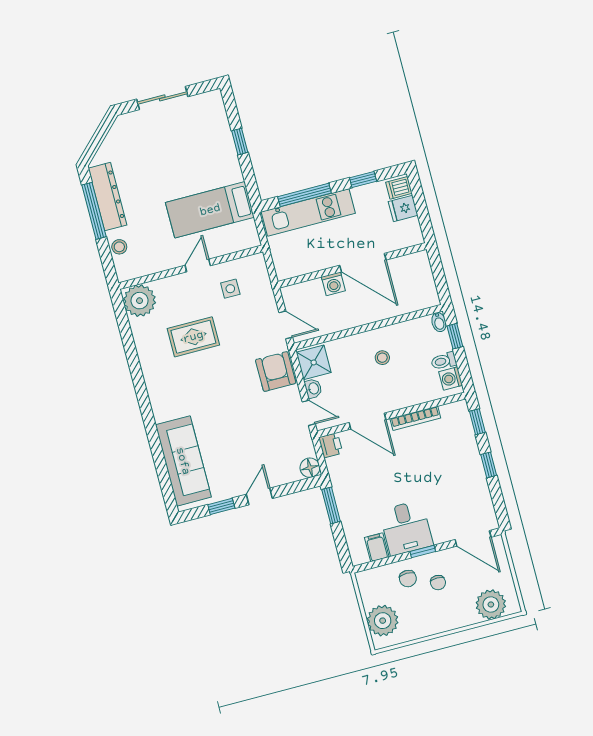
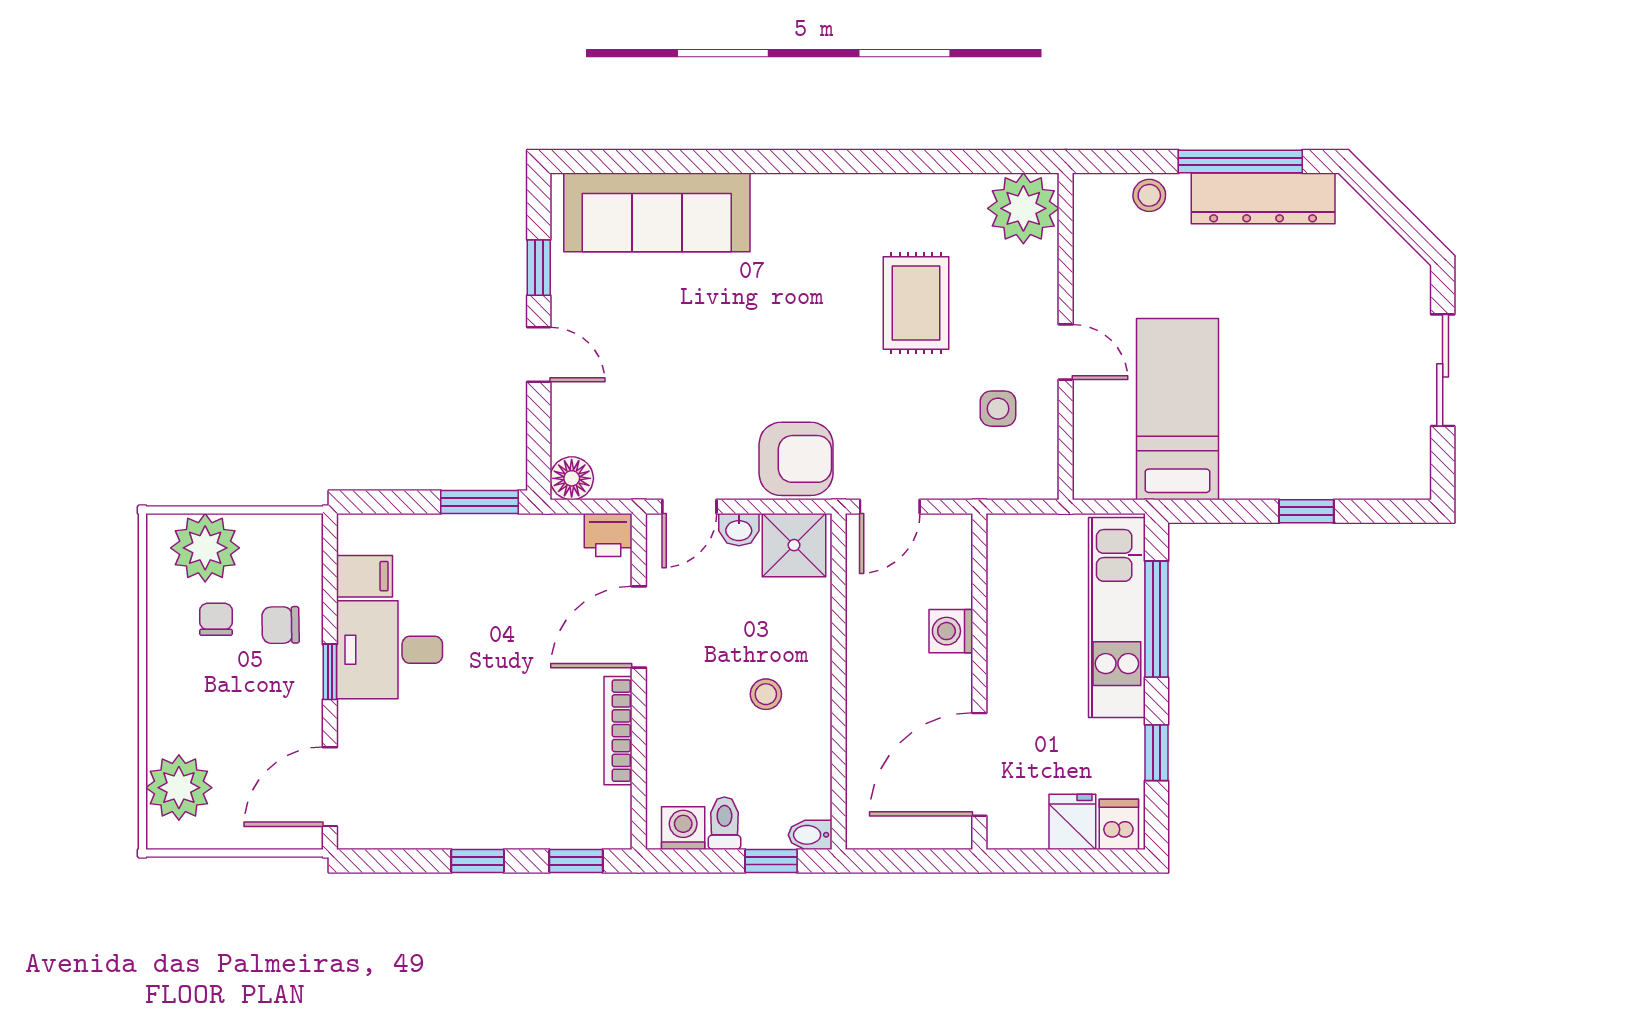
door: (363, 263) -> (979, 764), moved
chair: (438, 583) -> (216, 619), moved, turned 90

